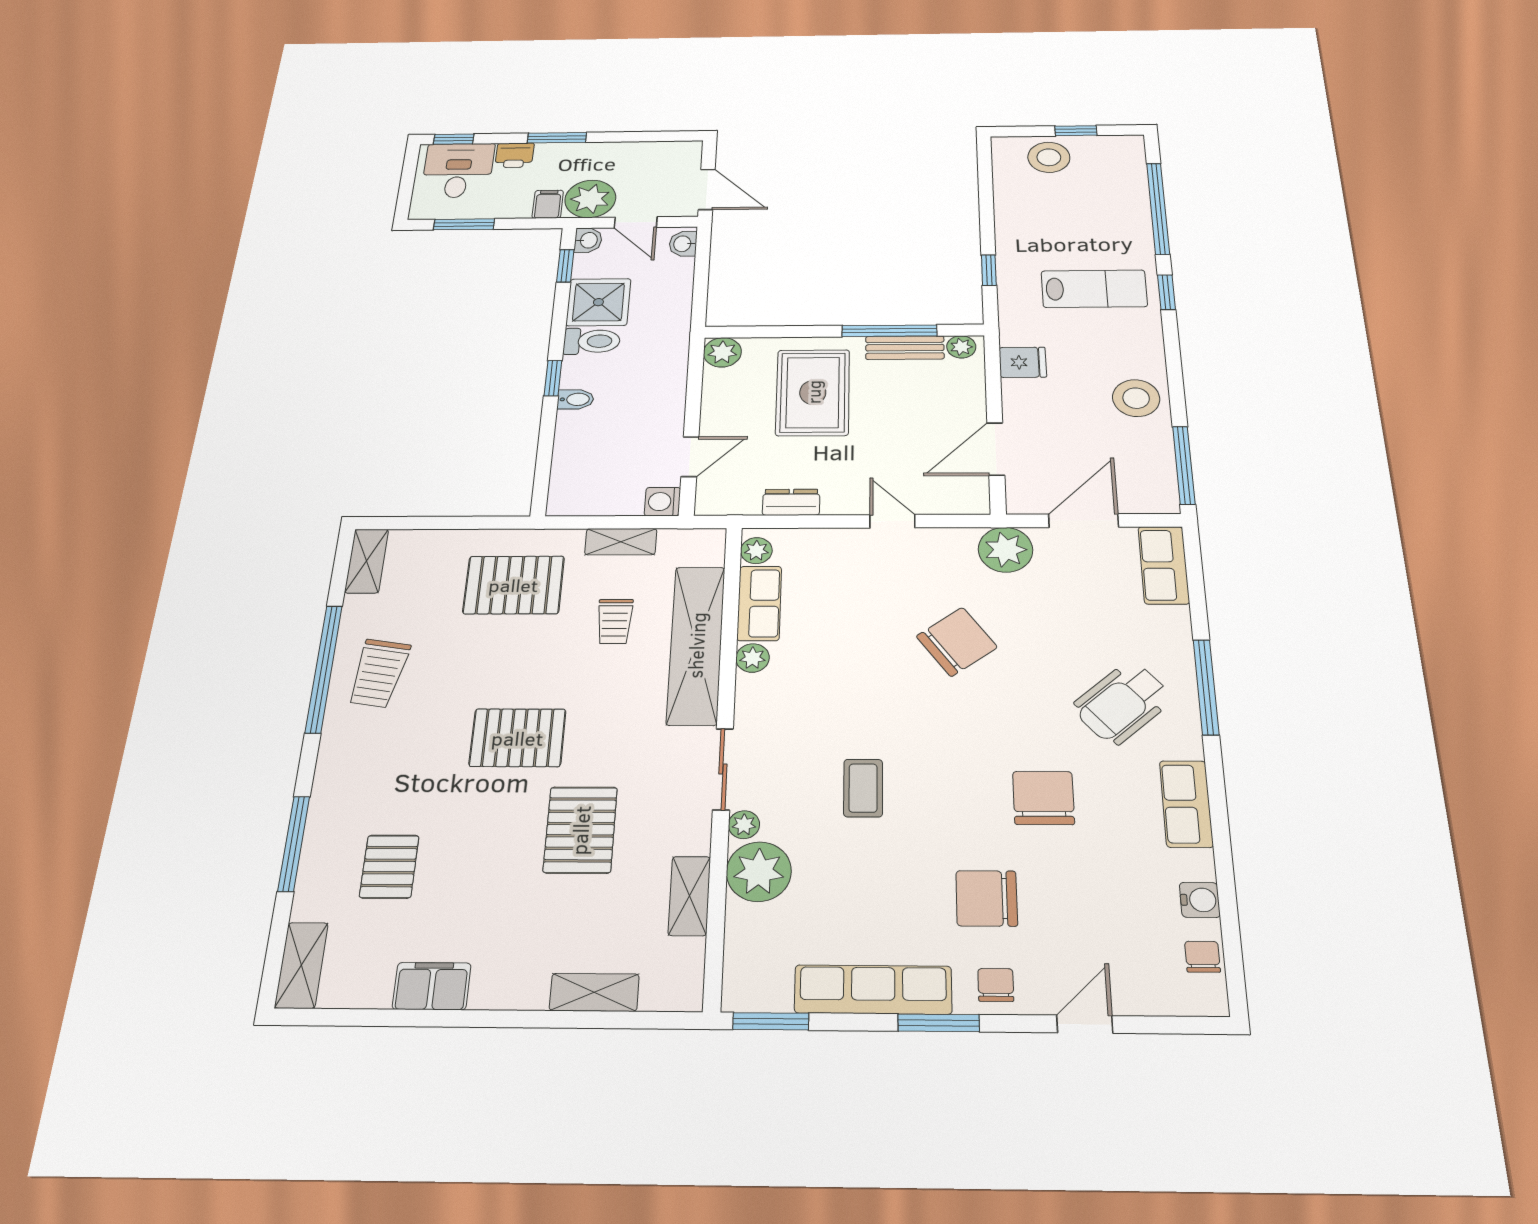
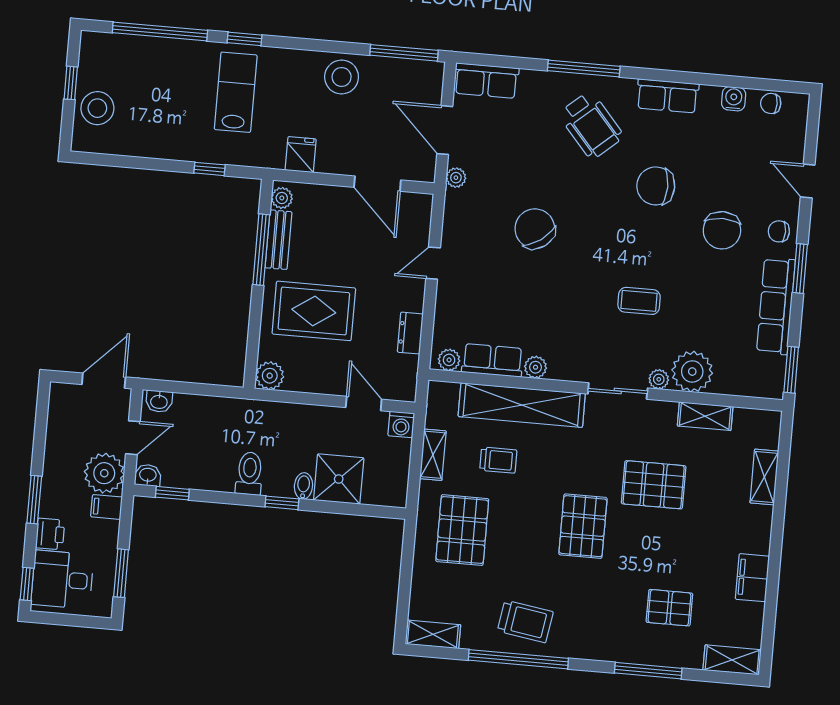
shower: (598, 302) -> (339, 479), moved
plant: (1006, 550) -> (456, 178), width x0.53, depth x0.53

